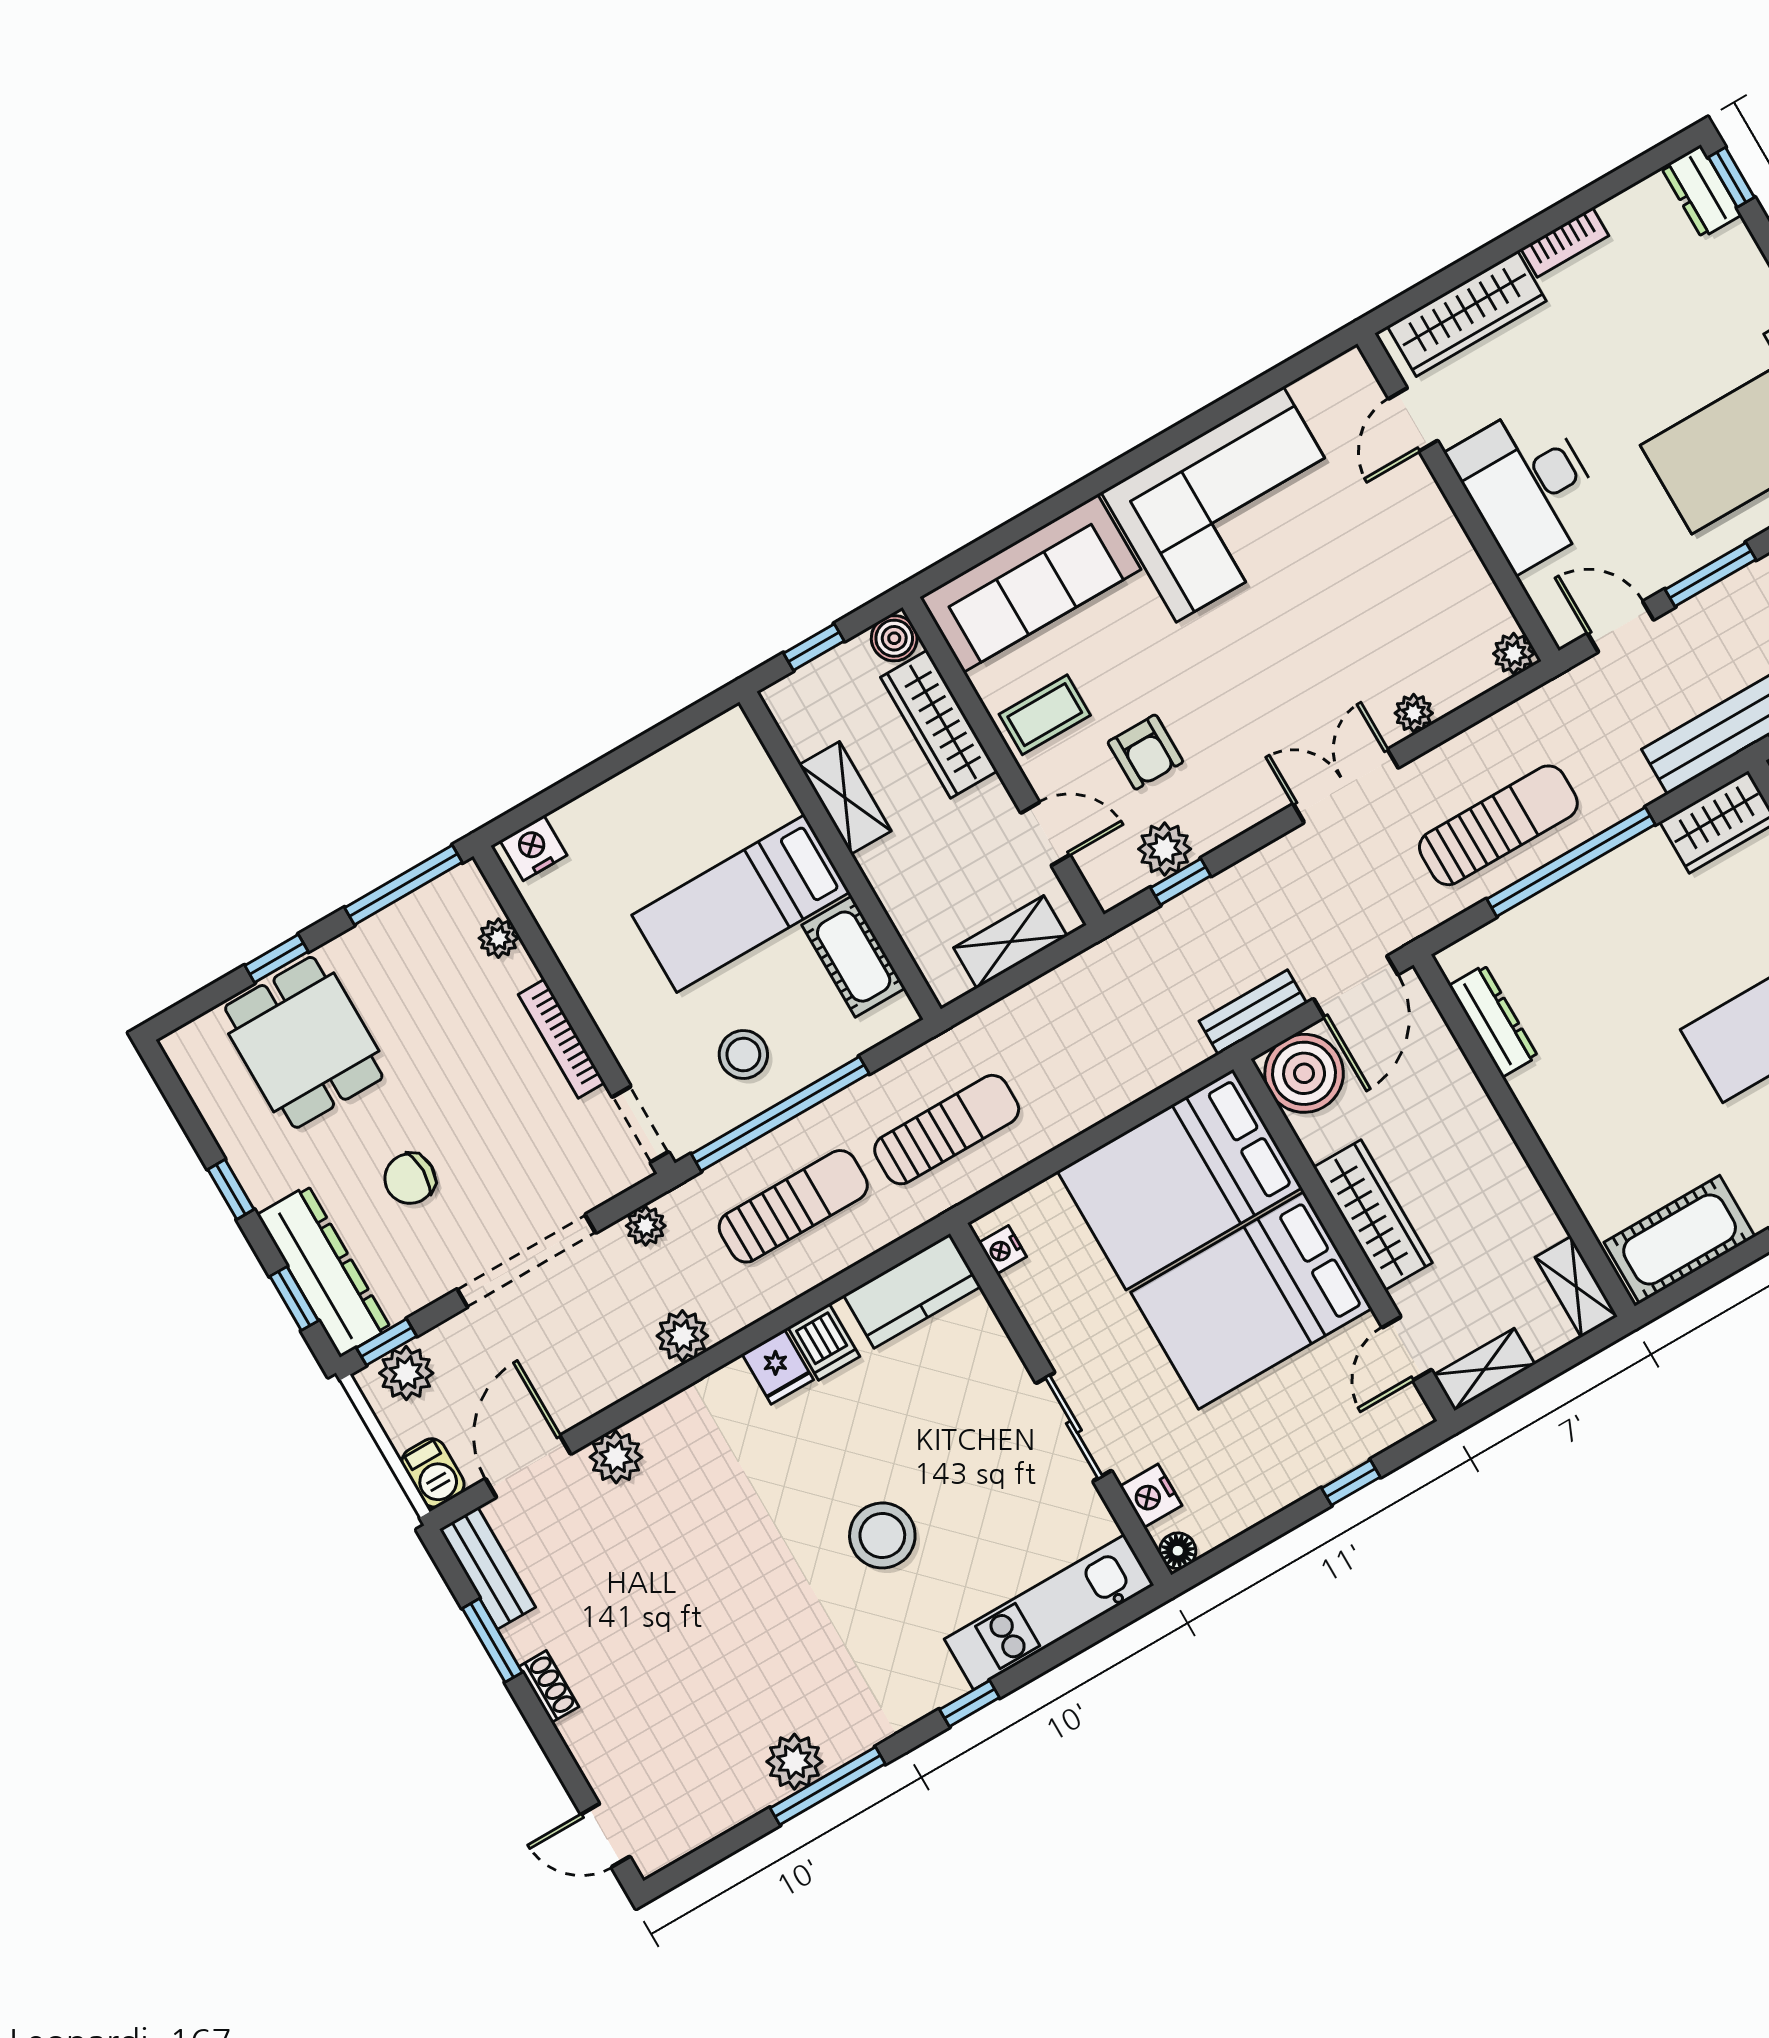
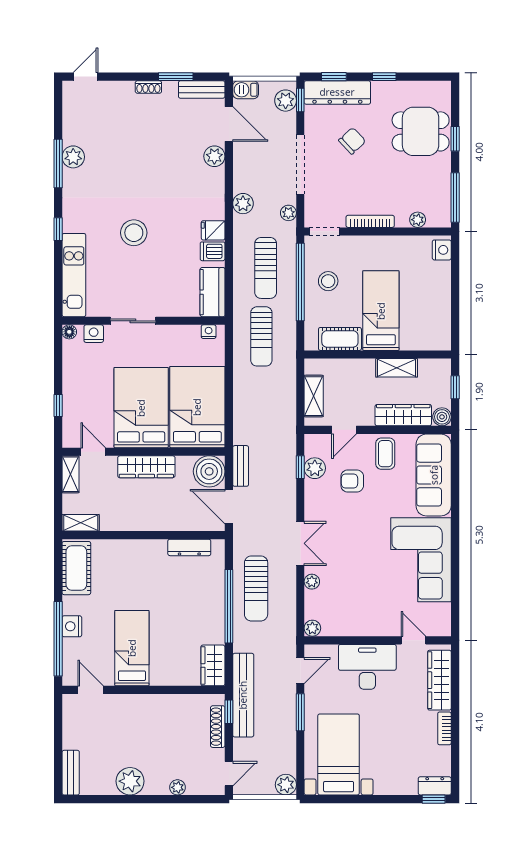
chair: (410, 1179) -> (352, 141), turned 47

